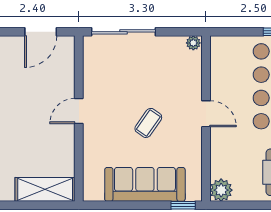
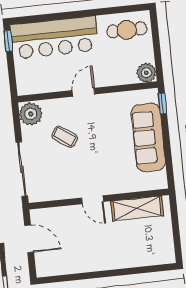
plant: (193, 43) -> (31, 114), width x1.88, depth x1.88
coffee table: (148, 123) -> (65, 137), moved
shelving: (45, 189) -> (137, 208), moved, turned 90

